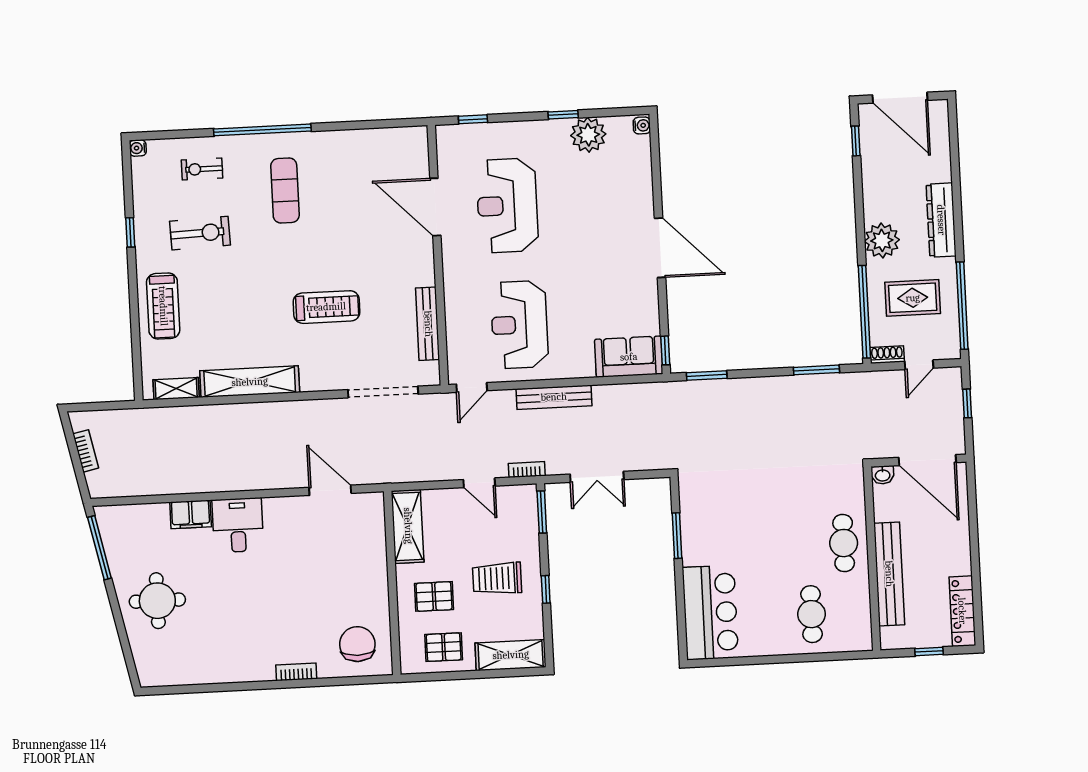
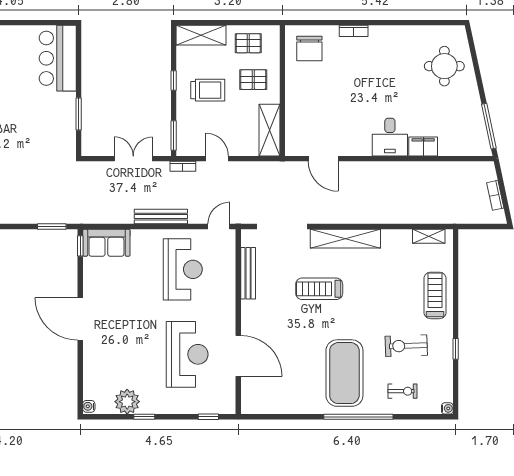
exercise mat: (285, 190) -> (344, 373), width x2.00, depth x1.45
shelving: (250, 382) -> (345, 239), moved
round table: (157, 601) -> (444, 66), moved

